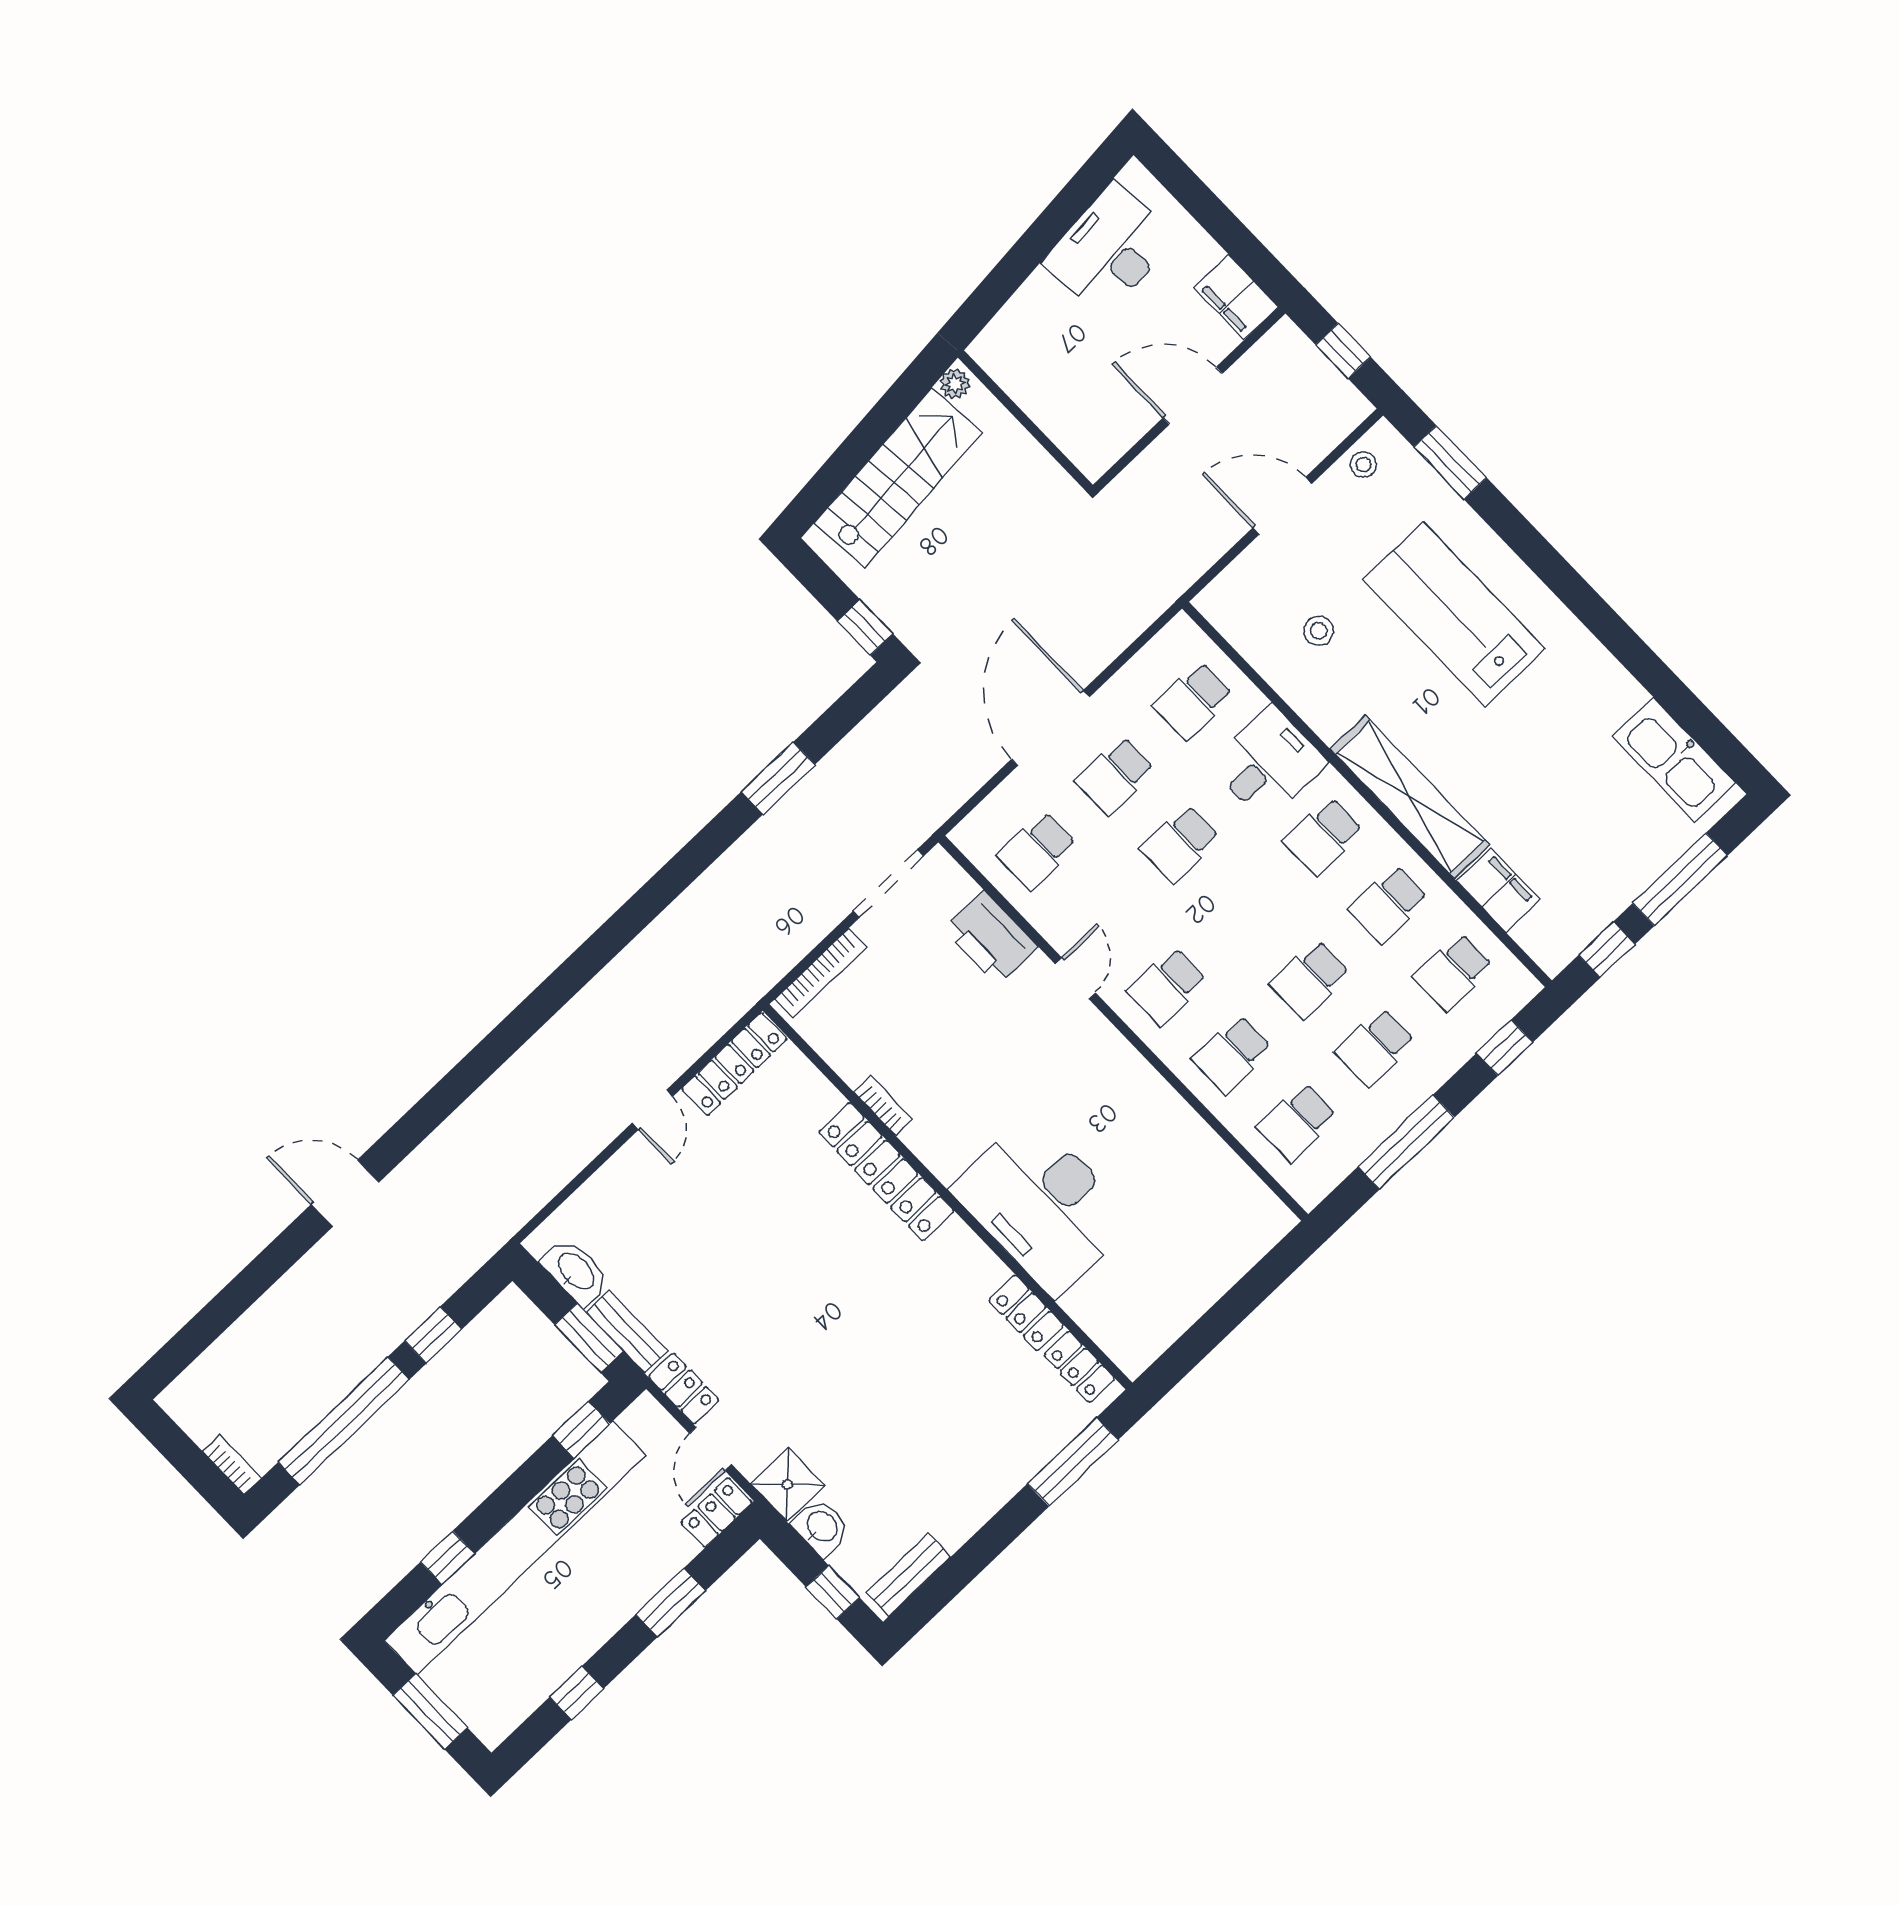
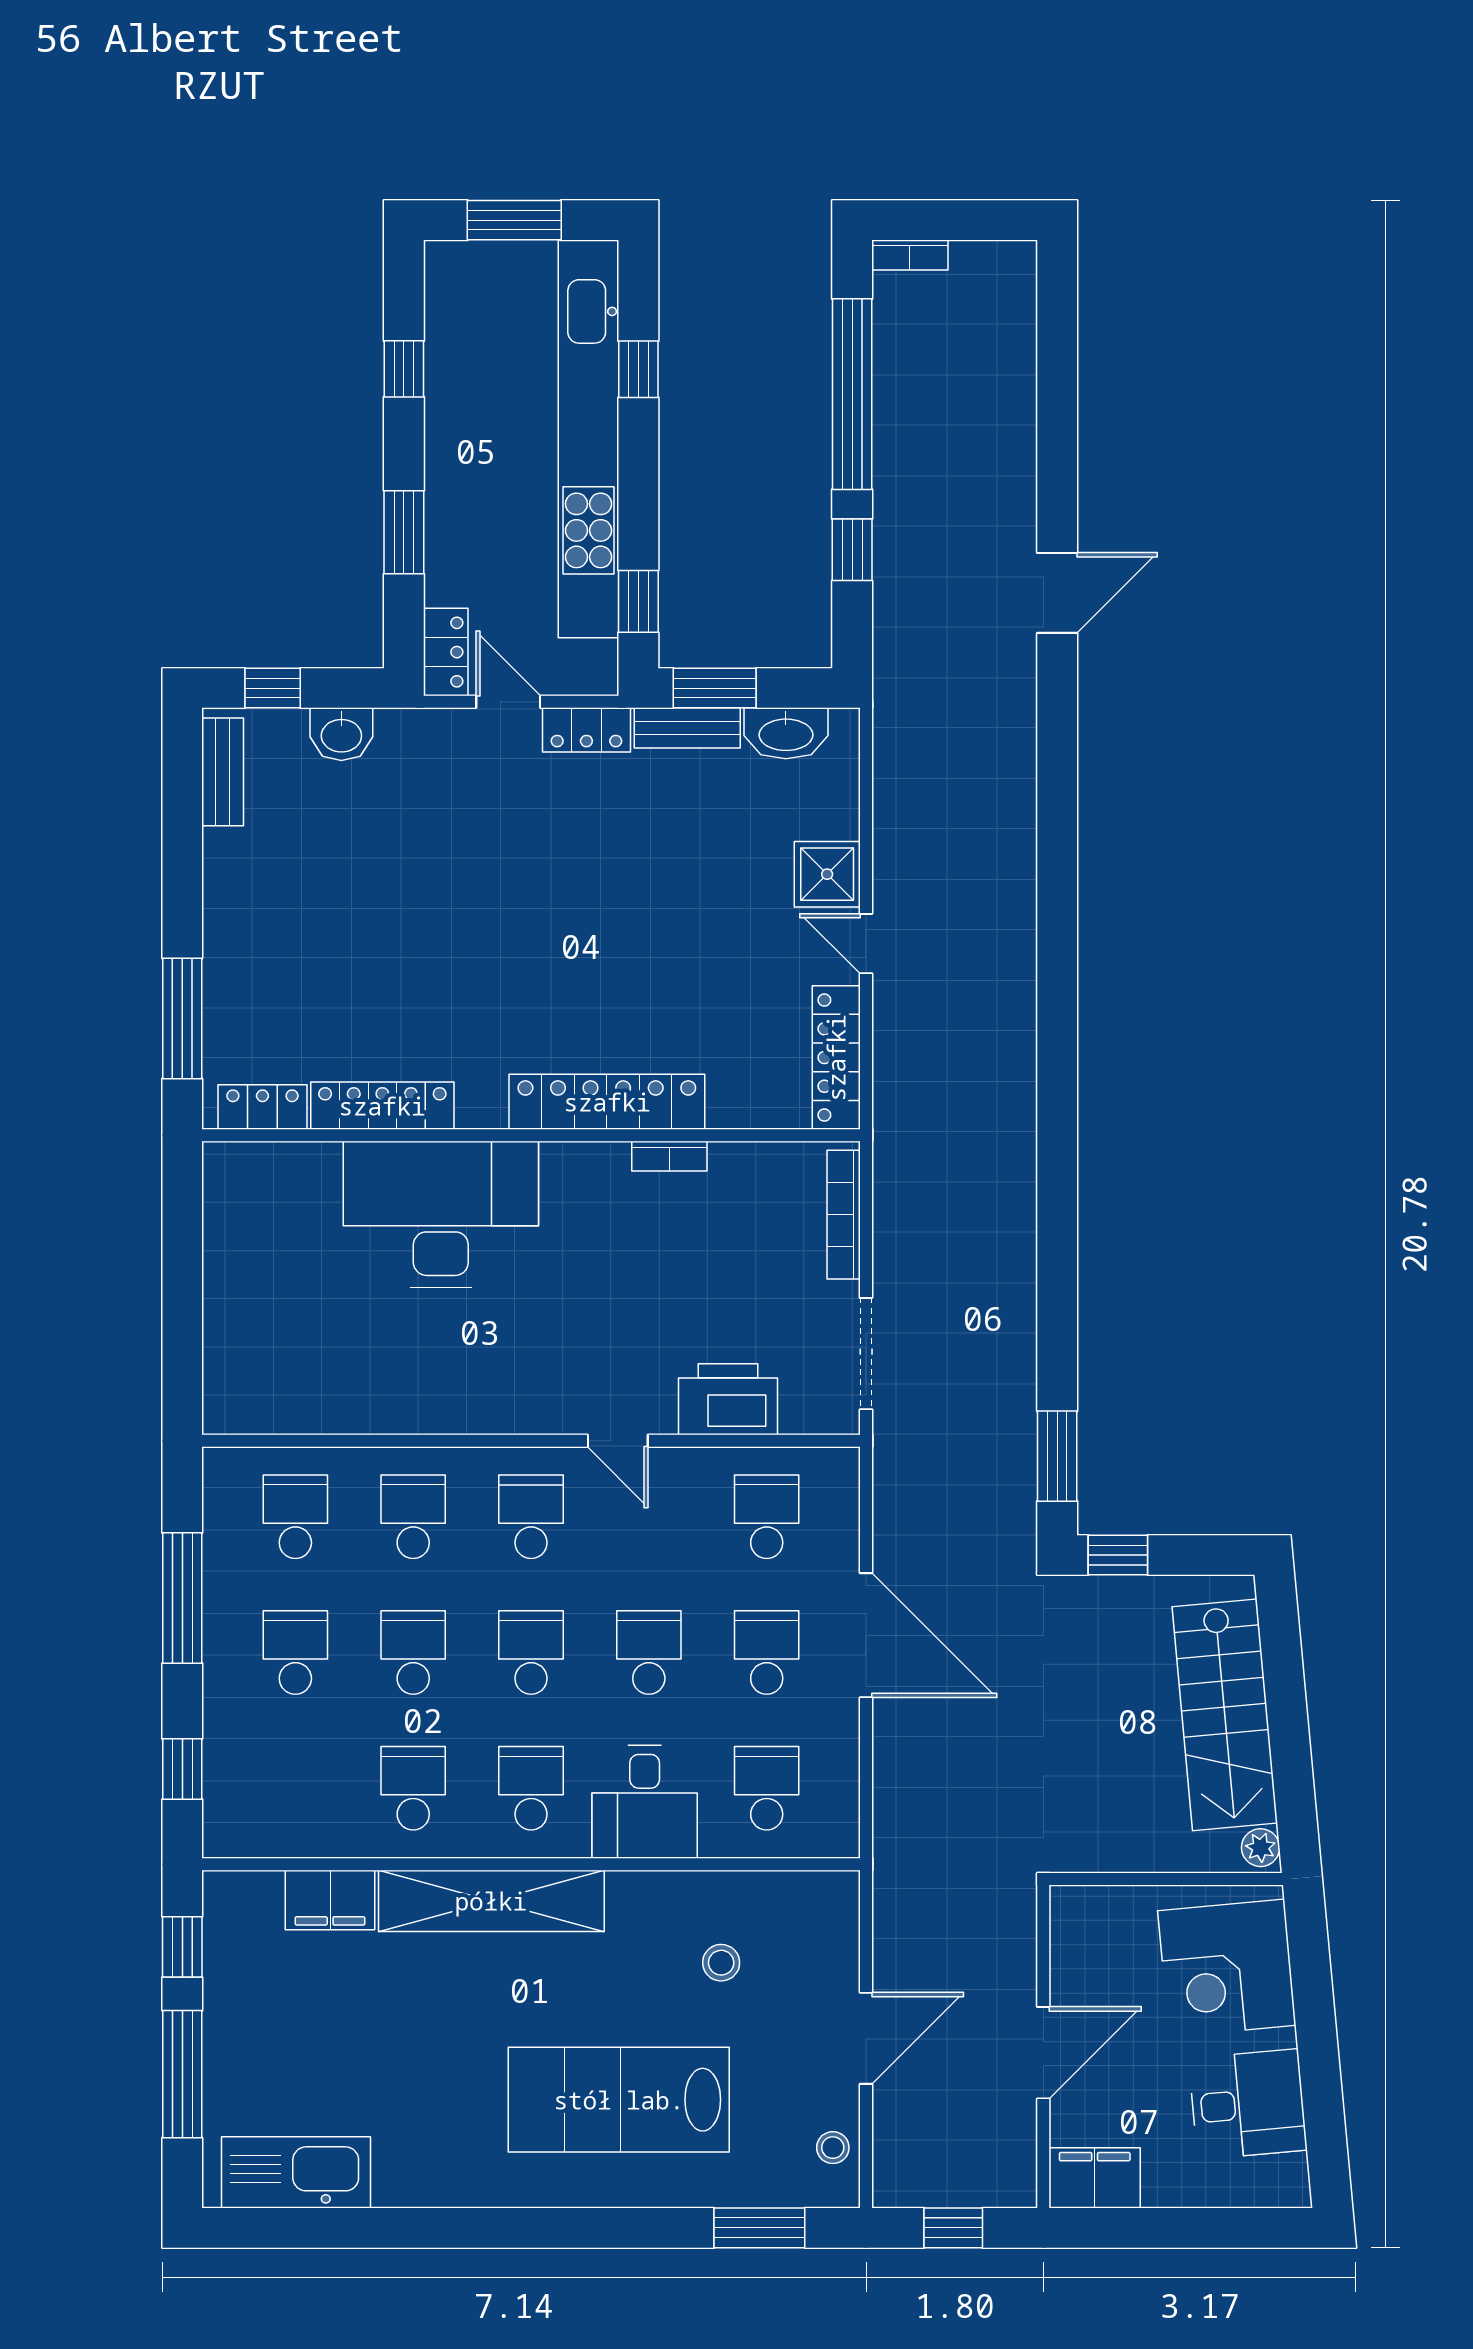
desk: (1110, 250) -> (1248, 2104), width x0.73
corner desk: (1043, 337) -> (1227, 1968), added
lab bench: (1454, 614) -> (619, 2100), turned 180
window: (778, 778) -> (1057, 1456), moved
school desk: (1453, 972) -> (531, 1653), moved
locker: (1026, 1313) -> (382, 1106), width x1.53
shower: (787, 1484) -> (827, 874), moved

